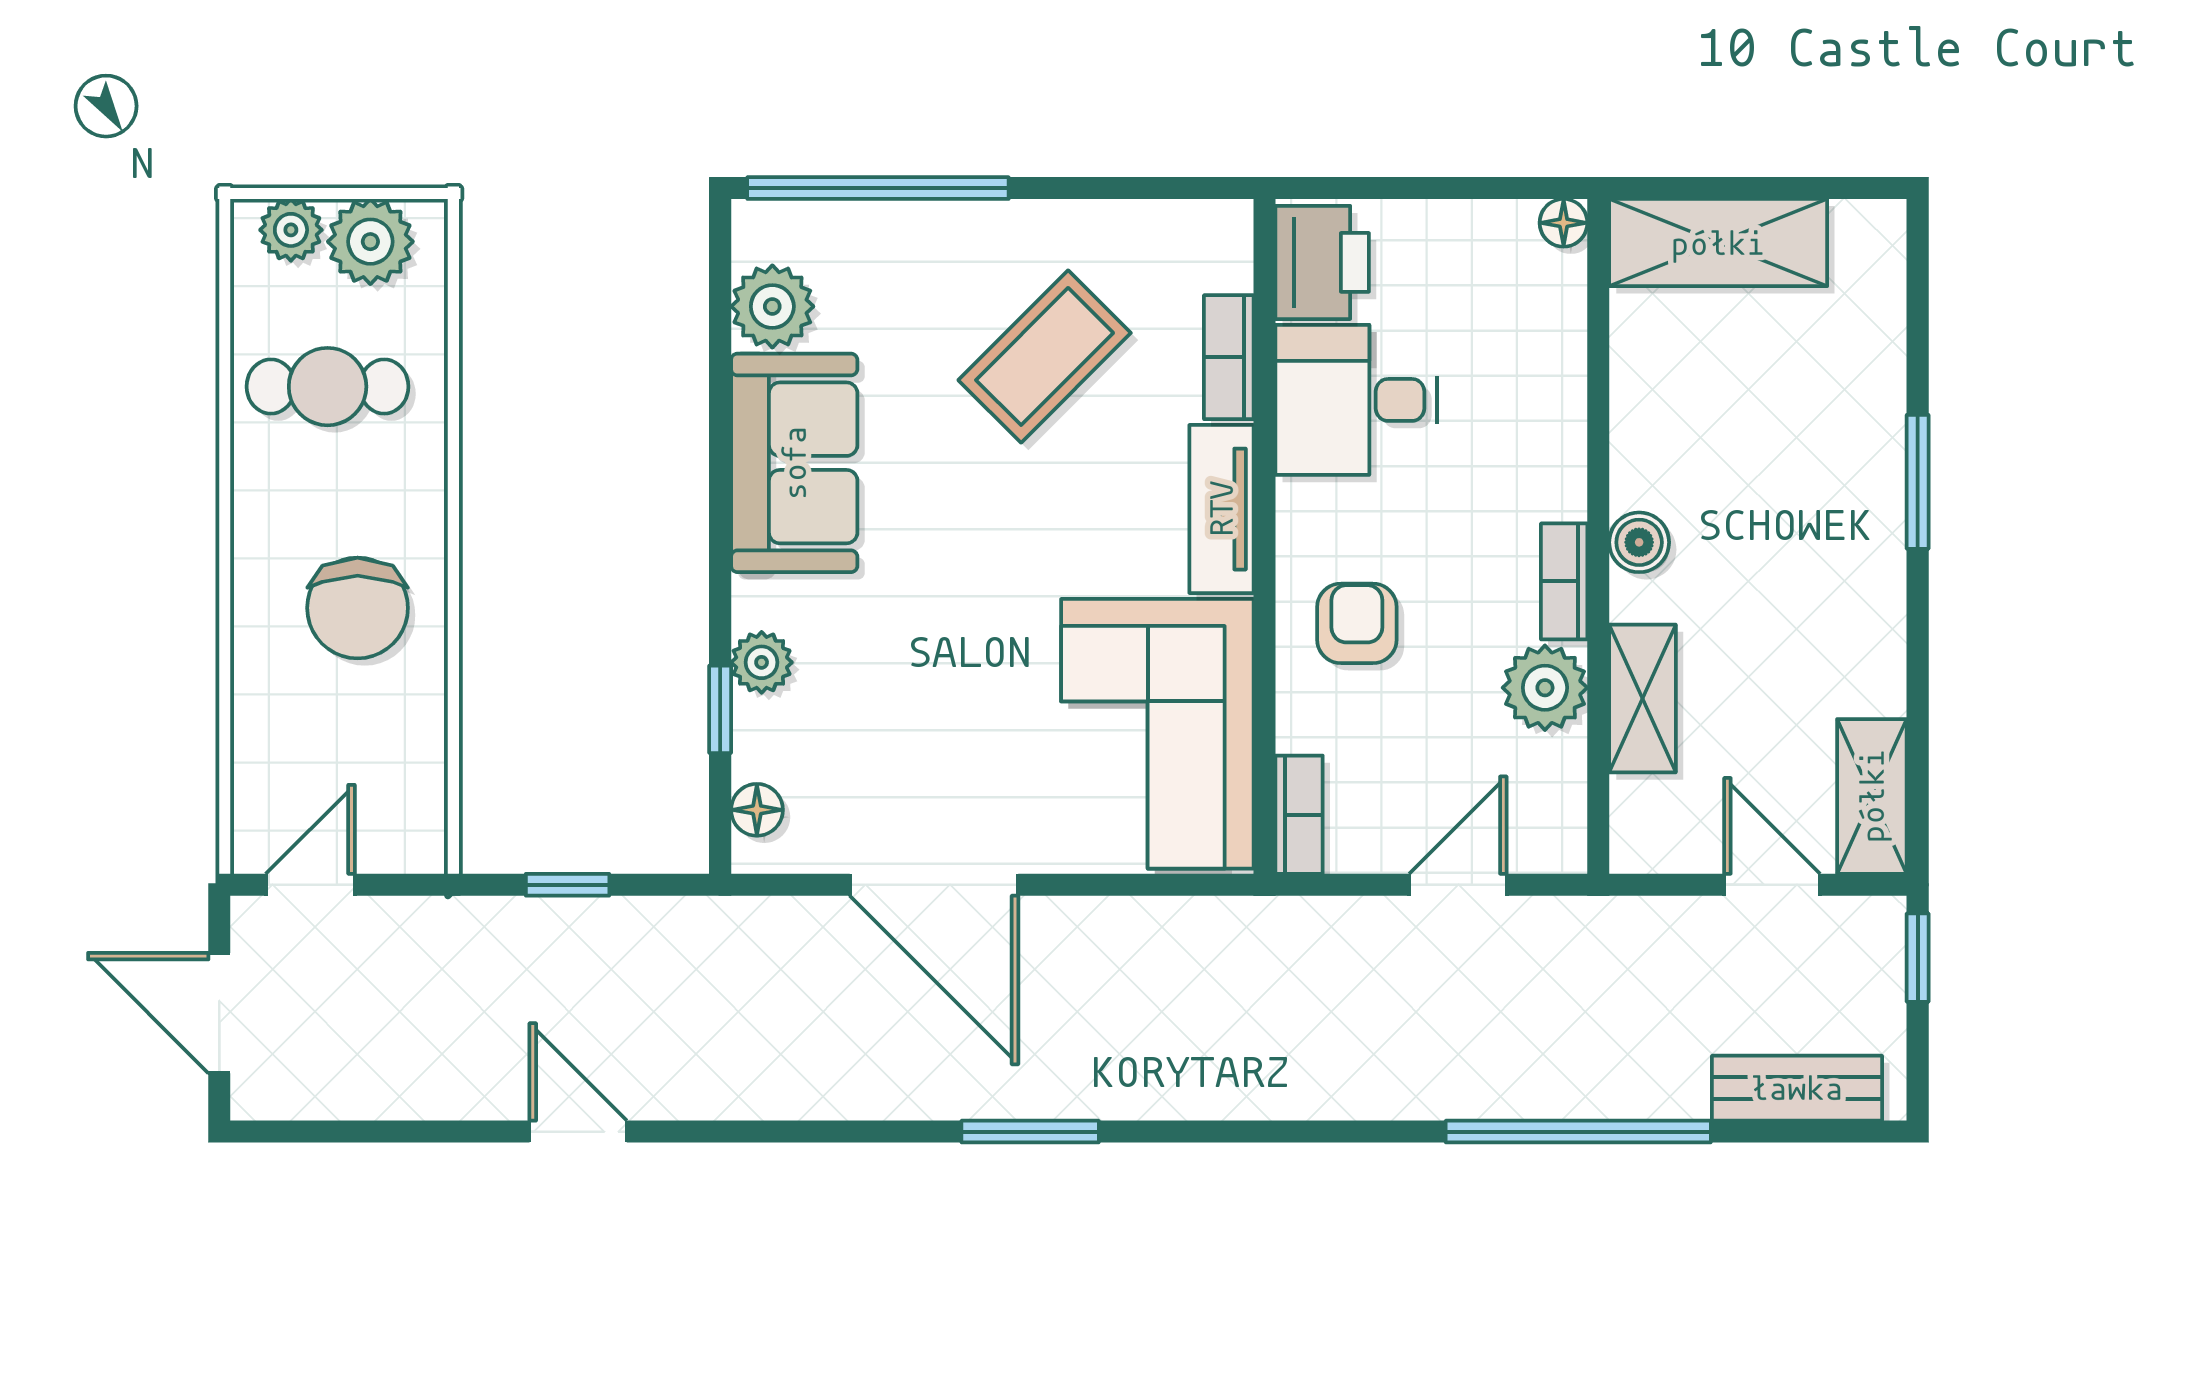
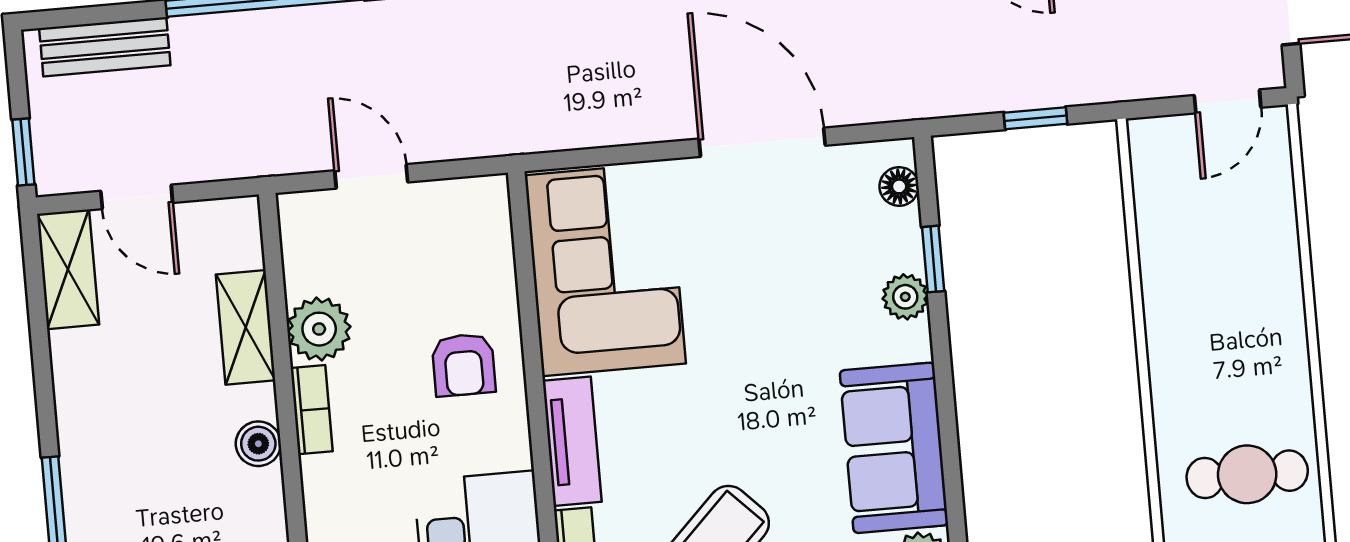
chair: (358, 608) -> (1210, 311), removed
bookcase: (1299, 815) -> (494, 218), removed
door: (1458, 885) -> (371, 176), swing flipped

